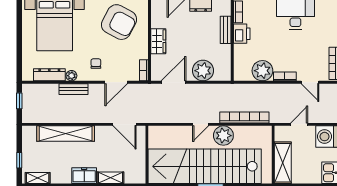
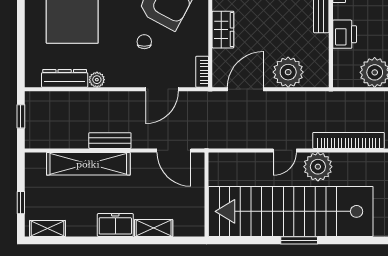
printer: (242, 34) -> (345, 34), moved
chair: (96, 64) -> (144, 42), moved
bench: (74, 89) -> (110, 141), moved

